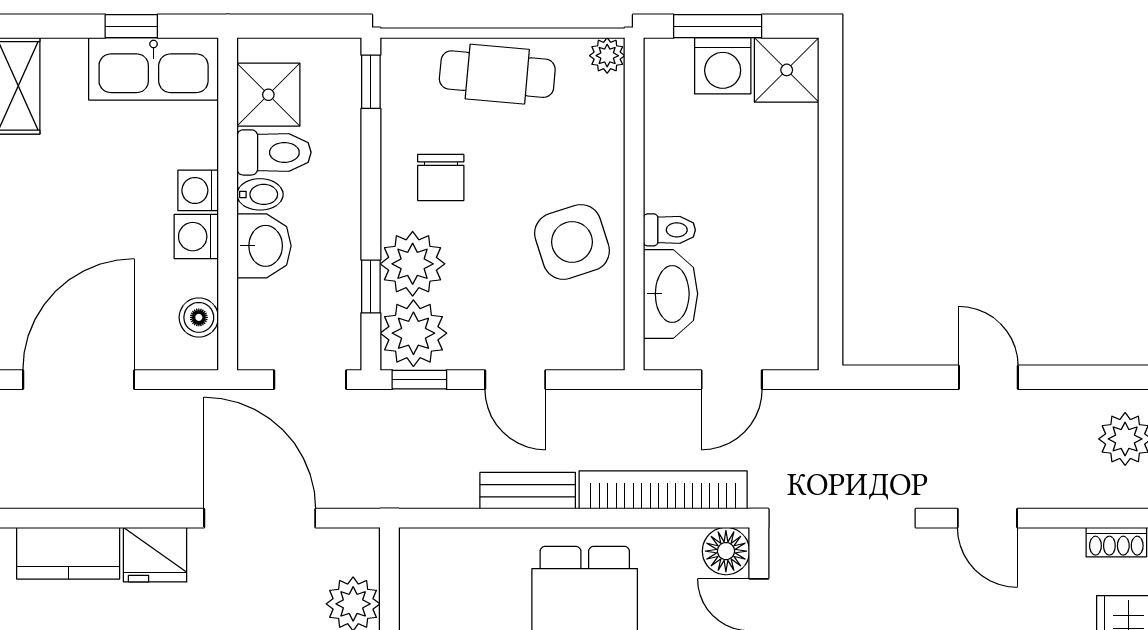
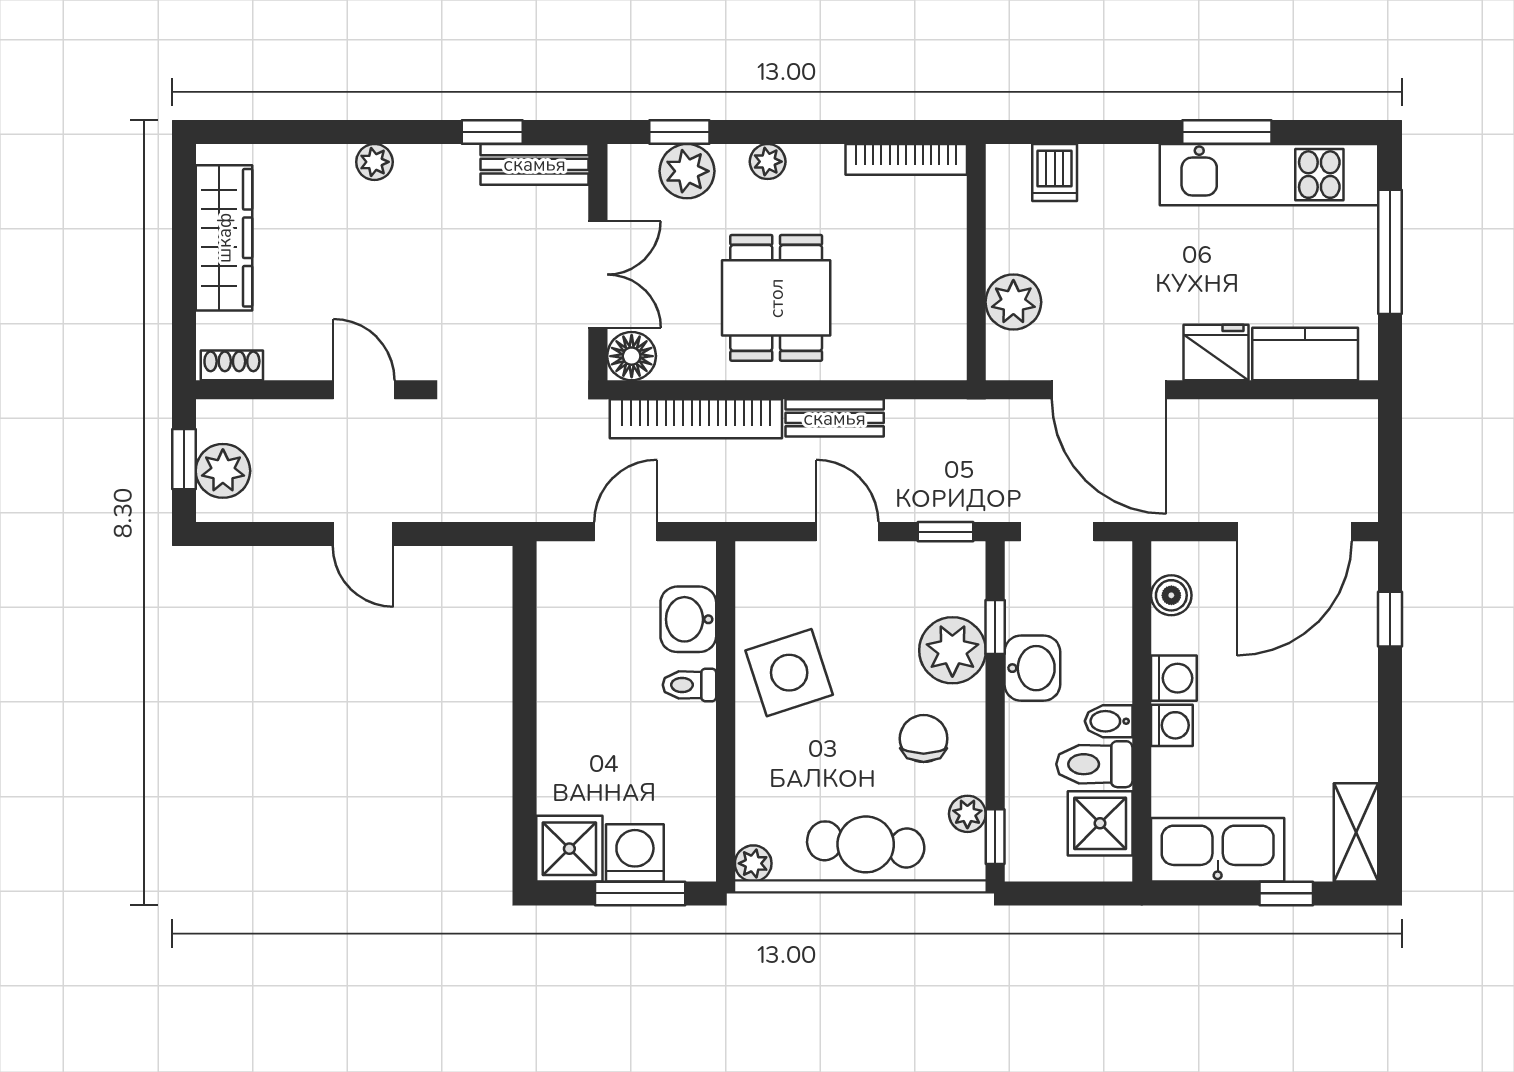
window: (131, 26) -> (1286, 893), moved
washbasin: (264, 246) -> (1032, 668), moved, turned 180
washbasin: (671, 294) -> (688, 619), width x0.72
plant: (413, 333) -> (967, 814), moved, width x0.53, depth x0.53

